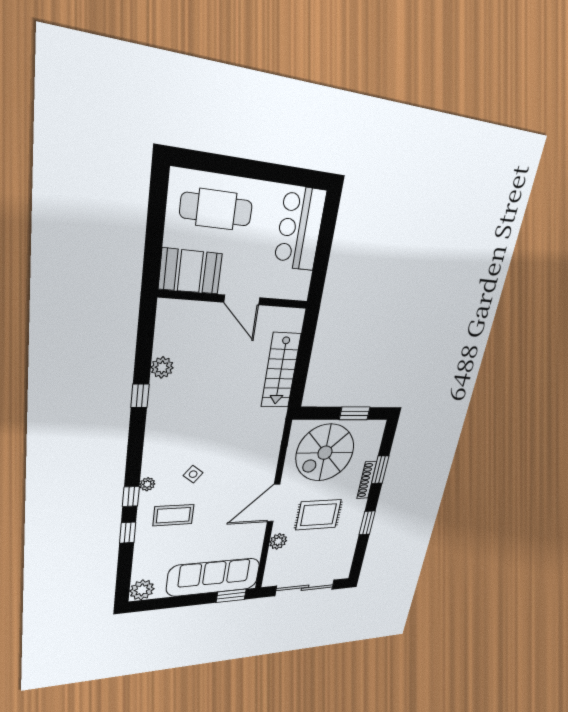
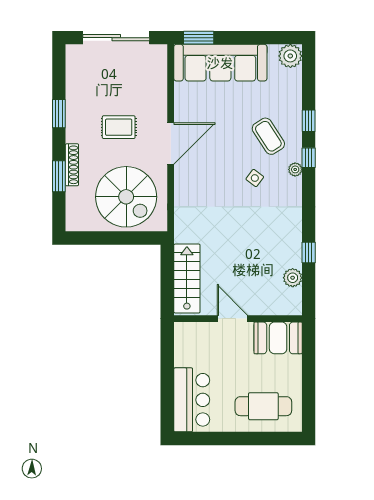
booth: (190, 271) -> (278, 338), moved
wall: (235, 299) -> (238, 319), moved
door: (242, 300) -> (232, 319), moved
window: (355, 413) -> (103, 238), removed
spiral stairs: (325, 453) -> (126, 197), turned 90
coffee table: (173, 515) -> (268, 136), turned 57
rug: (319, 515) -> (119, 127), width x0.73, depth x0.70
plant: (278, 541) -> (158, 99), removed

